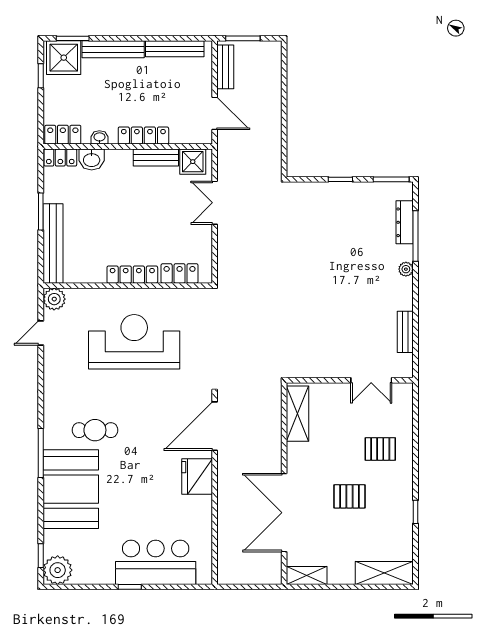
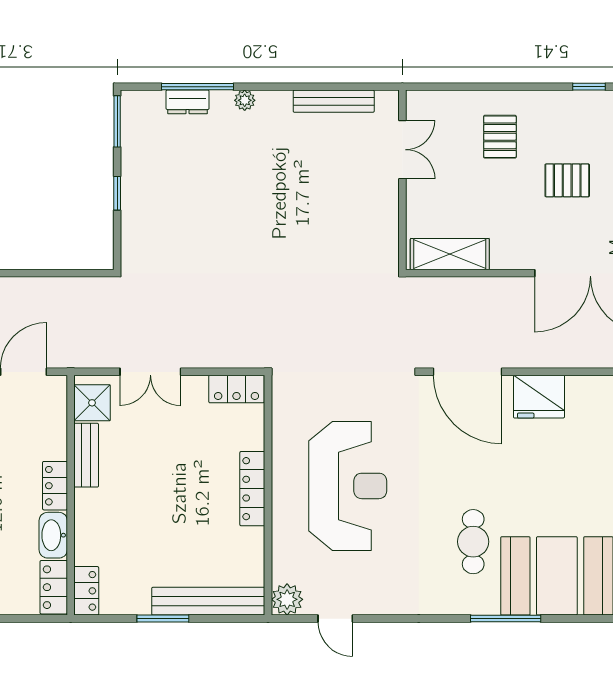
locker: (143, 136) -> (55, 486), width x0.66
washbasin: (99, 137) -> (53, 535), width x1.91, depth x1.45
washbasin: (92, 159) -> (89, 546), removed
dresser: (405, 222) -> (188, 102), width x0.70
locker: (180, 273) -> (237, 389), moved, turned -90
bench: (405, 332) -> (334, 101), width x1.36
reception desk: (134, 342) -> (348, 486), turned 180
pallet: (349, 496) -> (567, 180), turned 90

